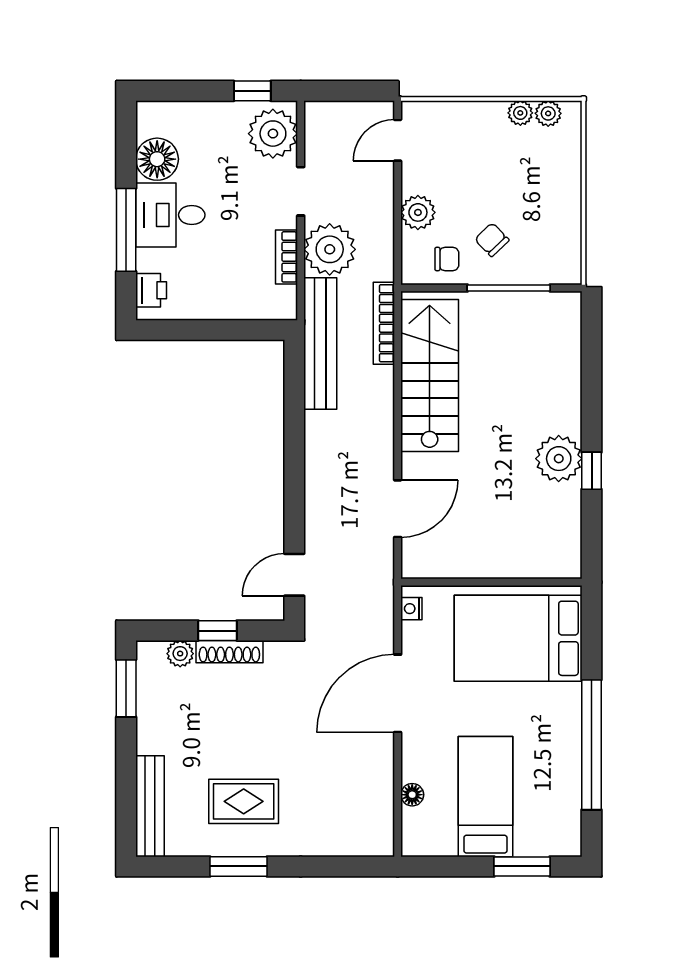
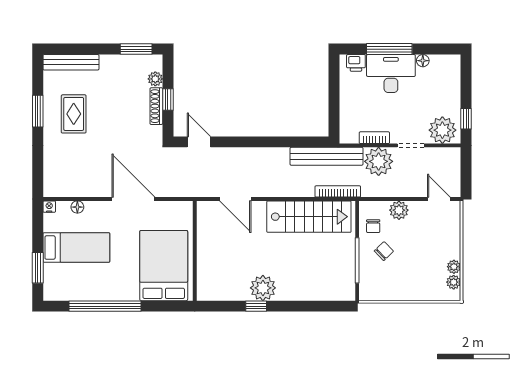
floor lamp: (157, 159) -> (423, 61), width x0.53, depth x0.53
desk: (170, 215) -> (391, 73), width x1.37
nightstand: (411, 609) -> (49, 207), moved

